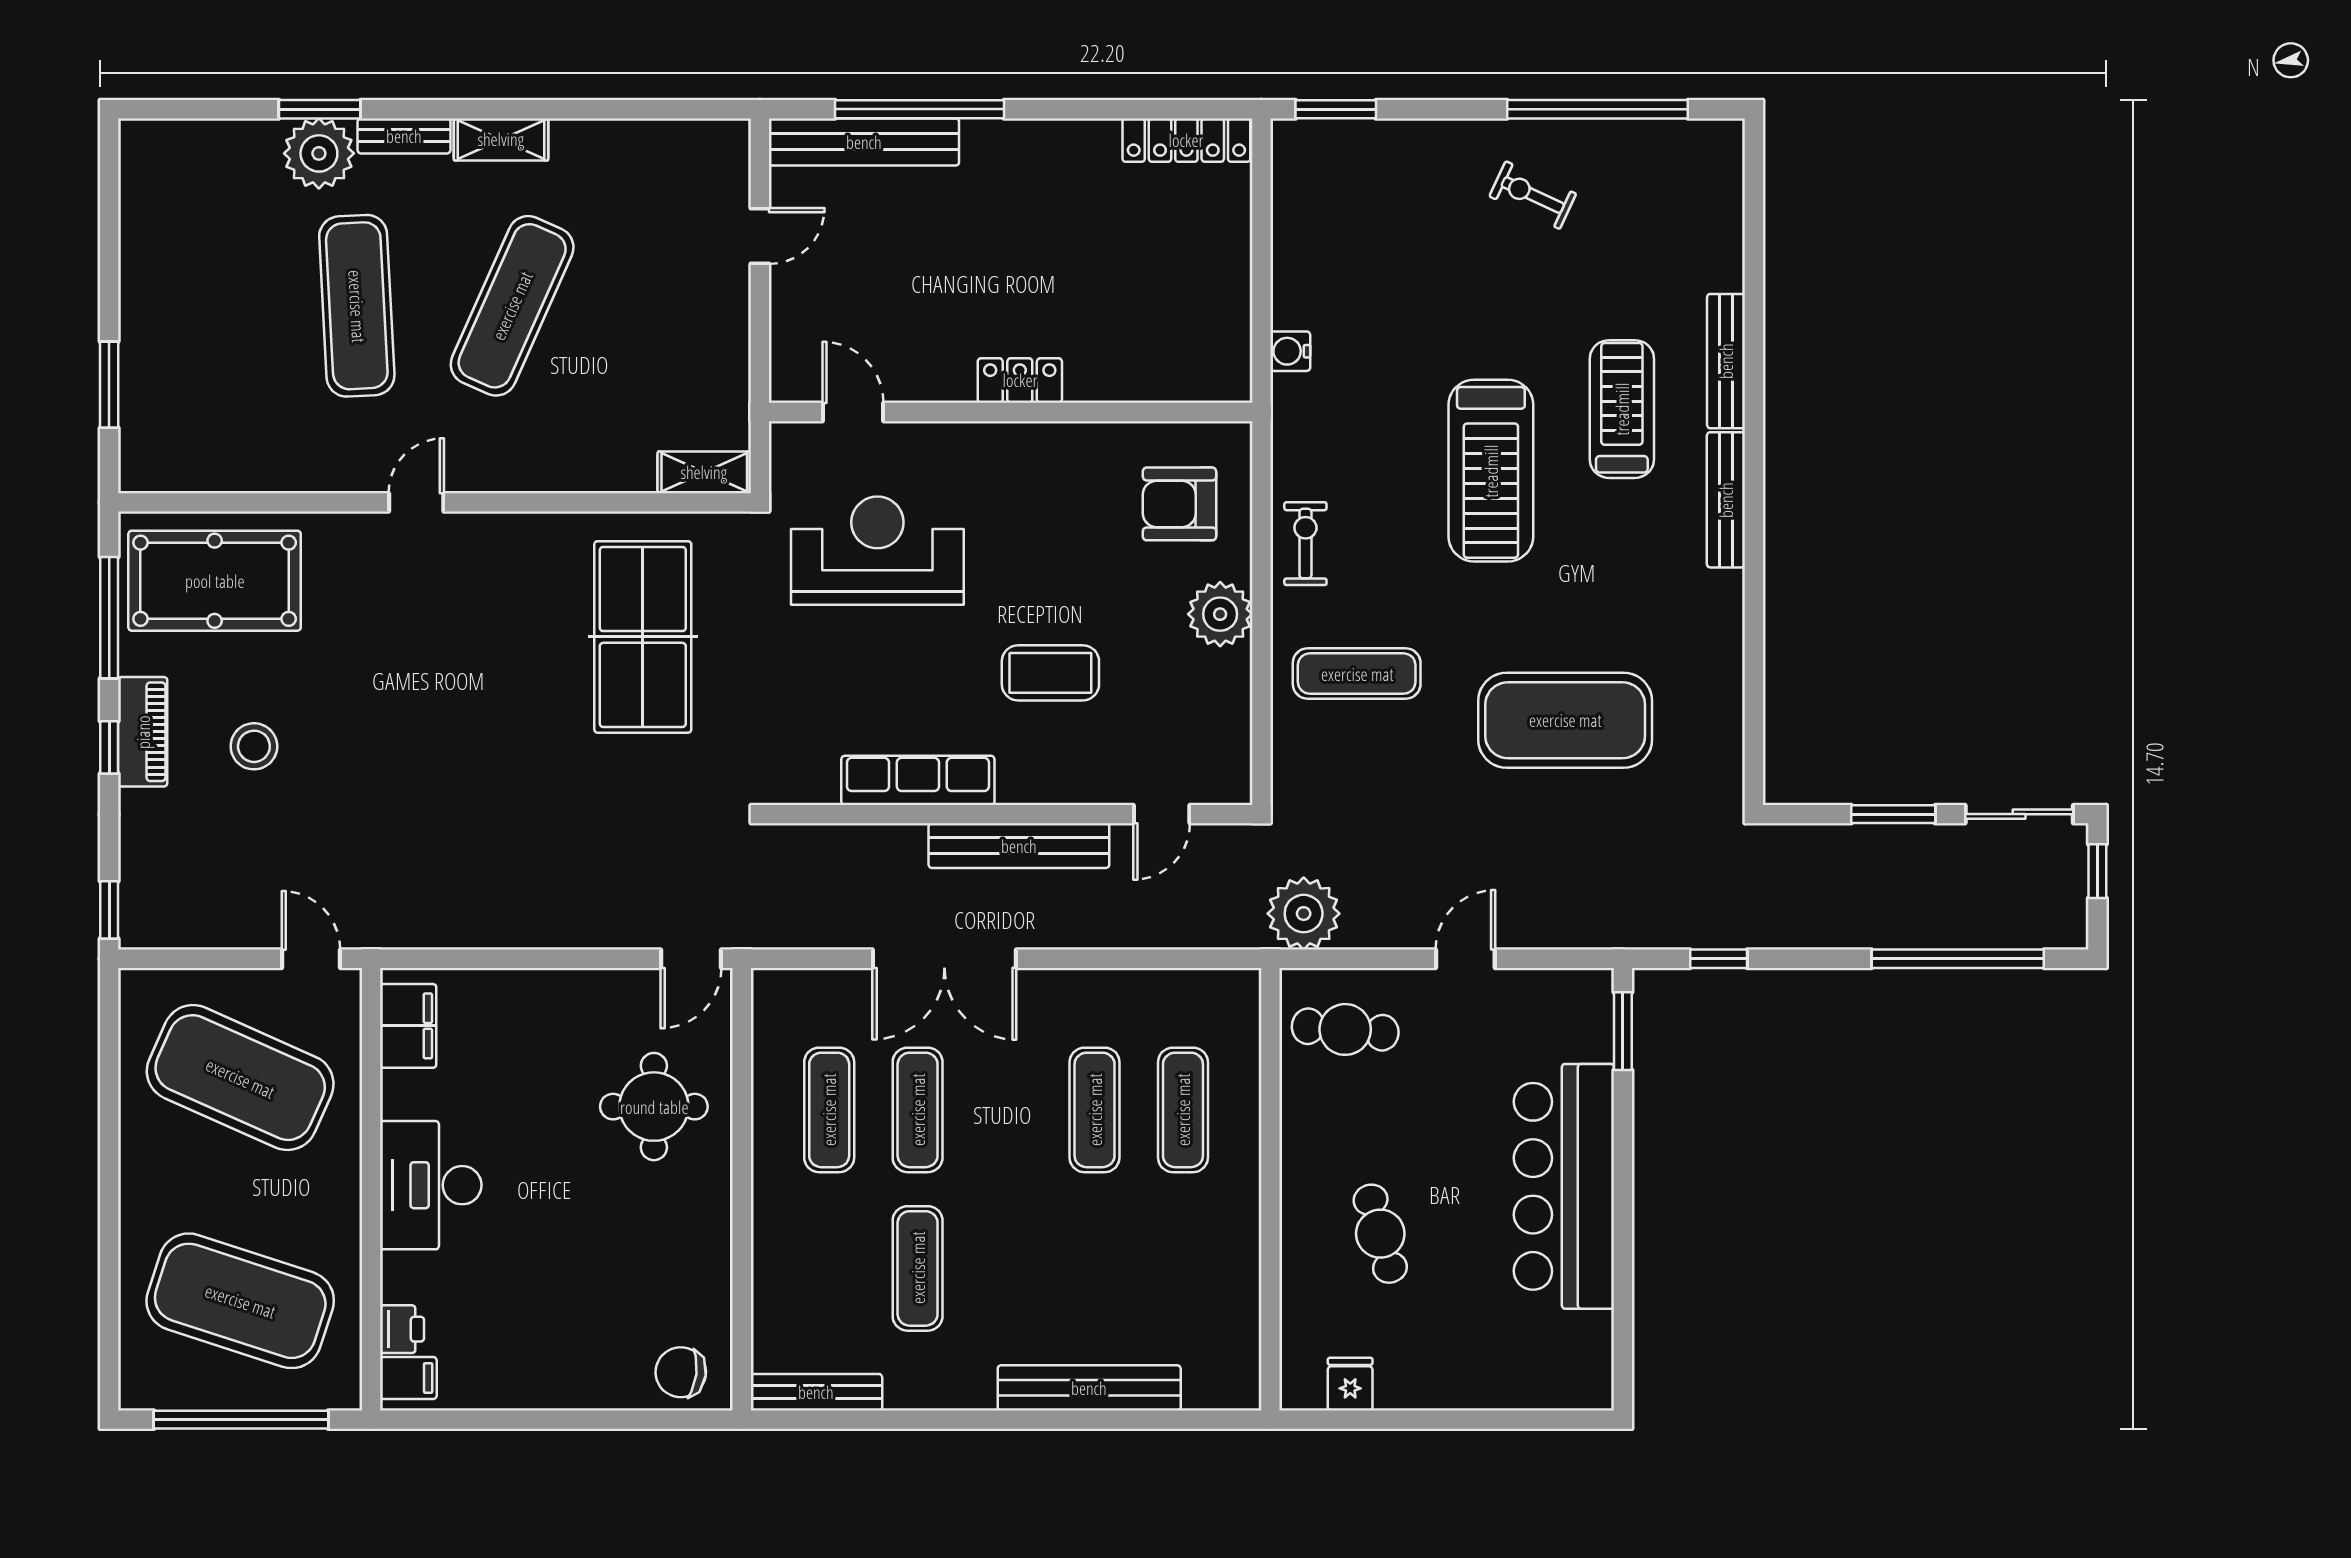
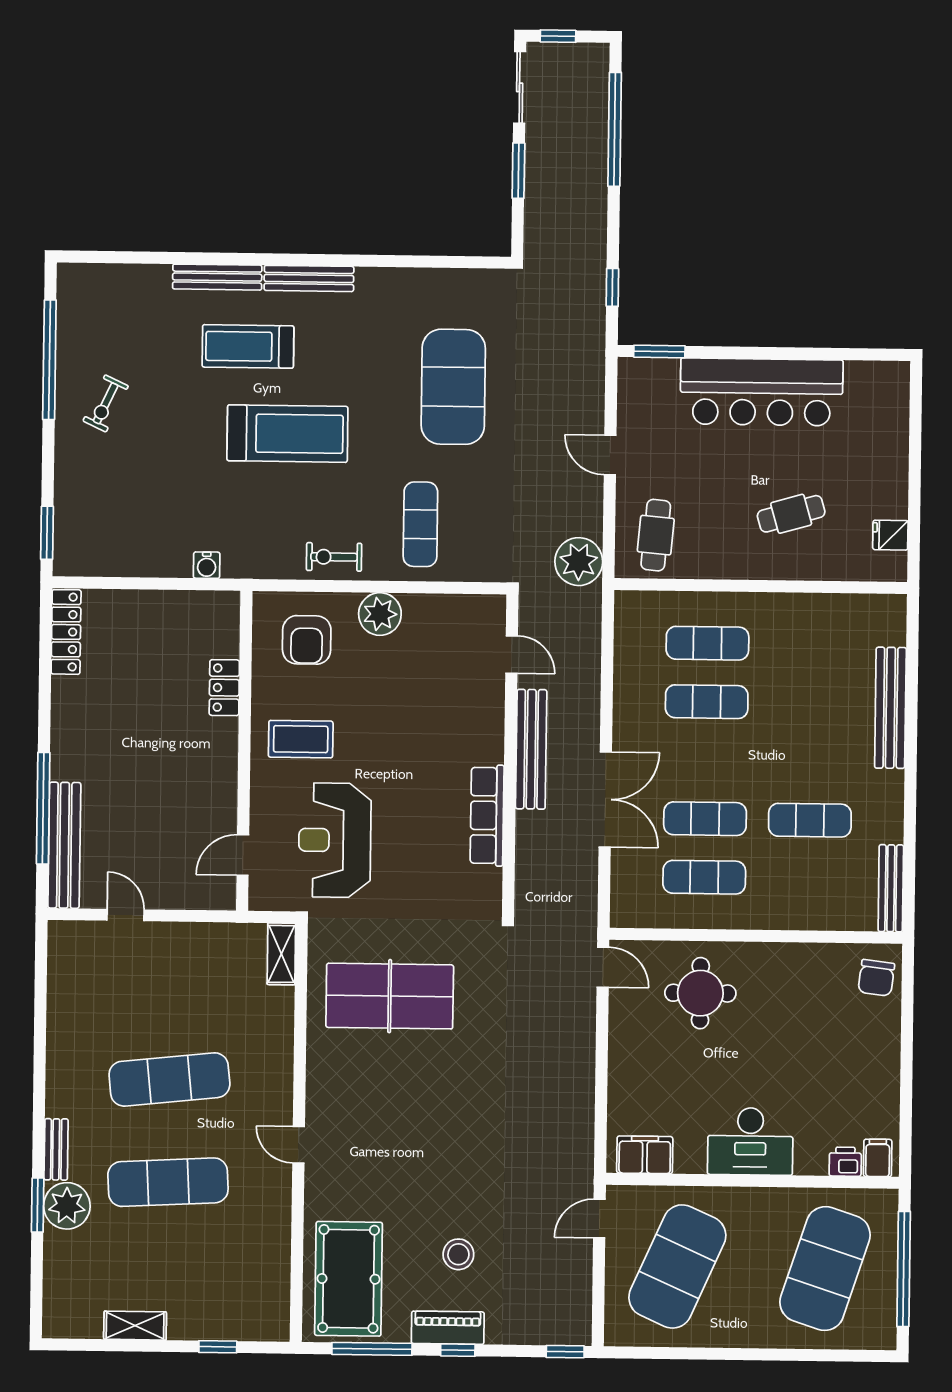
shelving: (501, 139) -> (135, 1326), moved, turned 90
exercise mat: (512, 306) -> (169, 1079), turned -30
locker: (1020, 380) -> (224, 688), moved
window: (109, 385) -> (218, 1347), width x0.67
coffee table: (1050, 673) -> (301, 739), moved, turned 90

